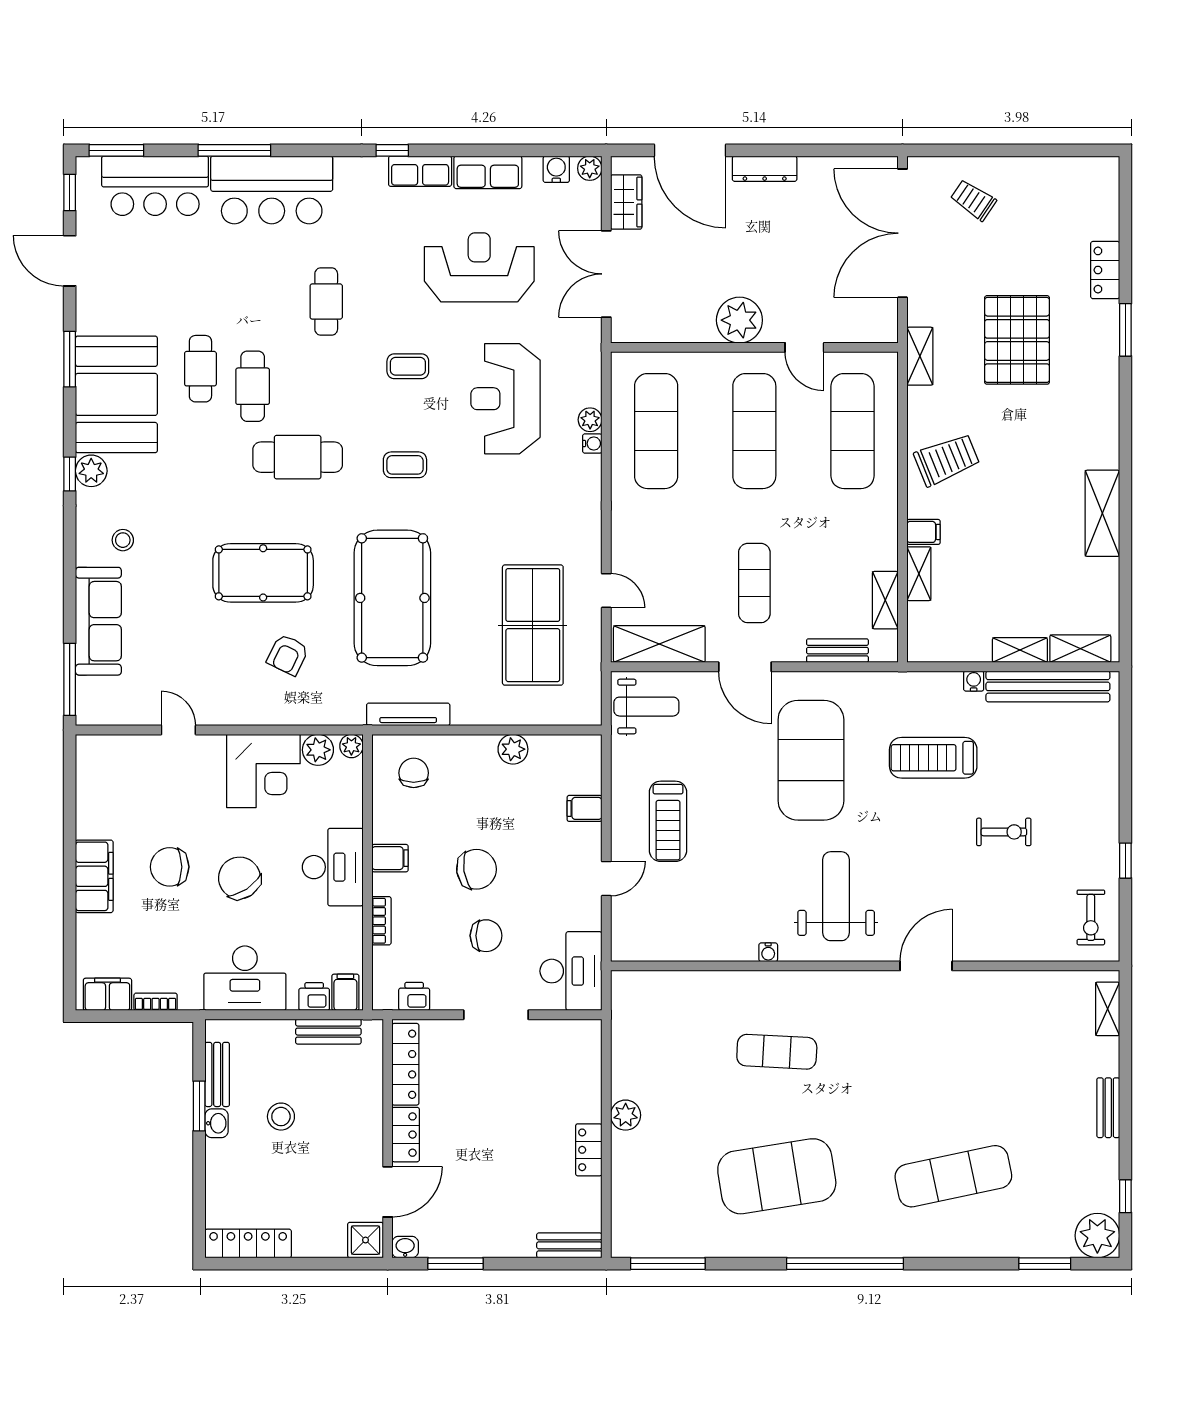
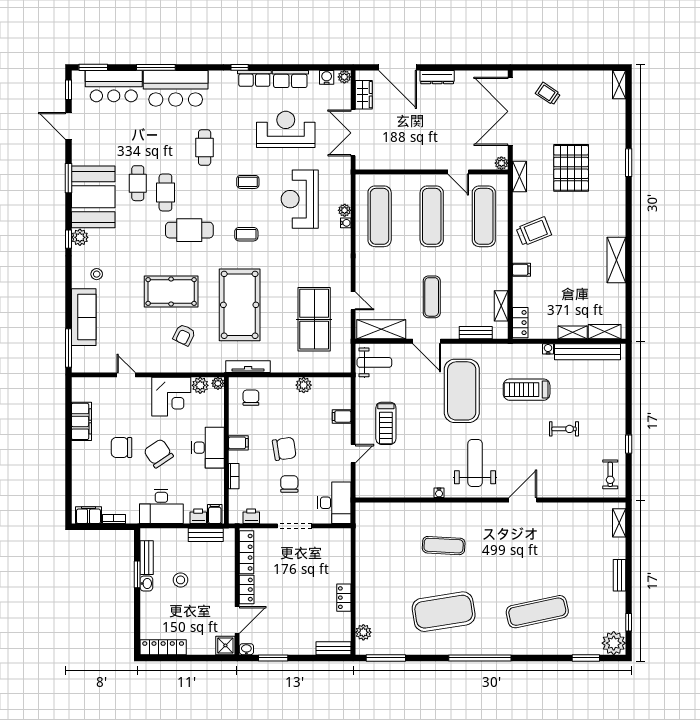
locker: (1105, 270) -> (520, 323), moved, turned 180
plant: (739, 320) -> (501, 163), moved, width x0.53, depth x0.53
shelving: (919, 574) -> (619, 85), moved
filing cabinet: (94, 876) -> (81, 421), moved
chair: (486, 936) -> (289, 484), turned -90
plant: (626, 1115) -> (363, 632), moved

